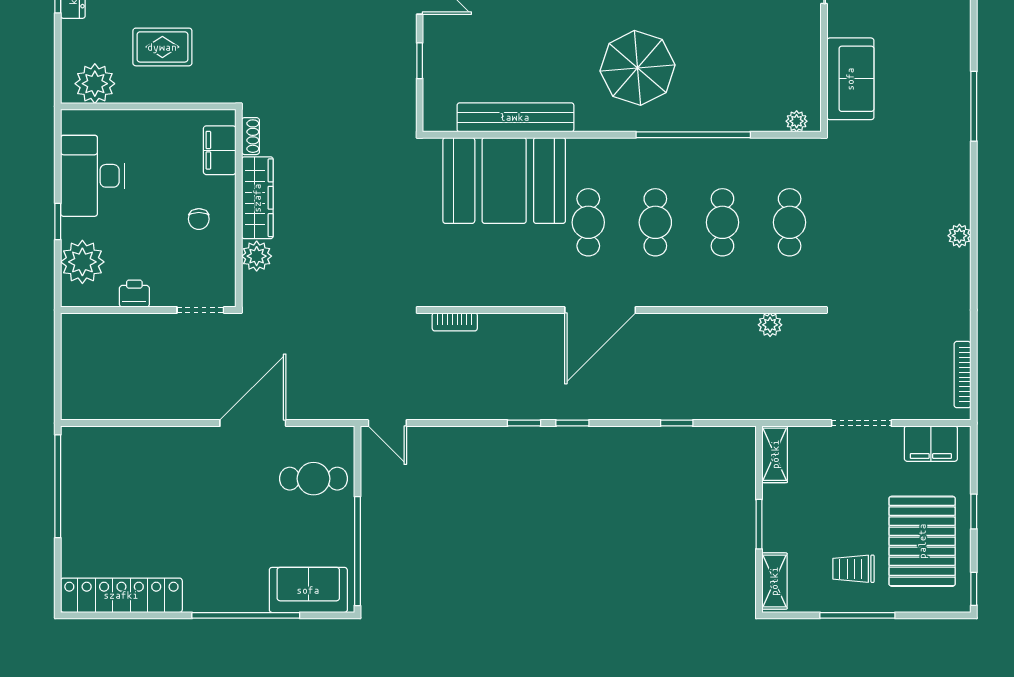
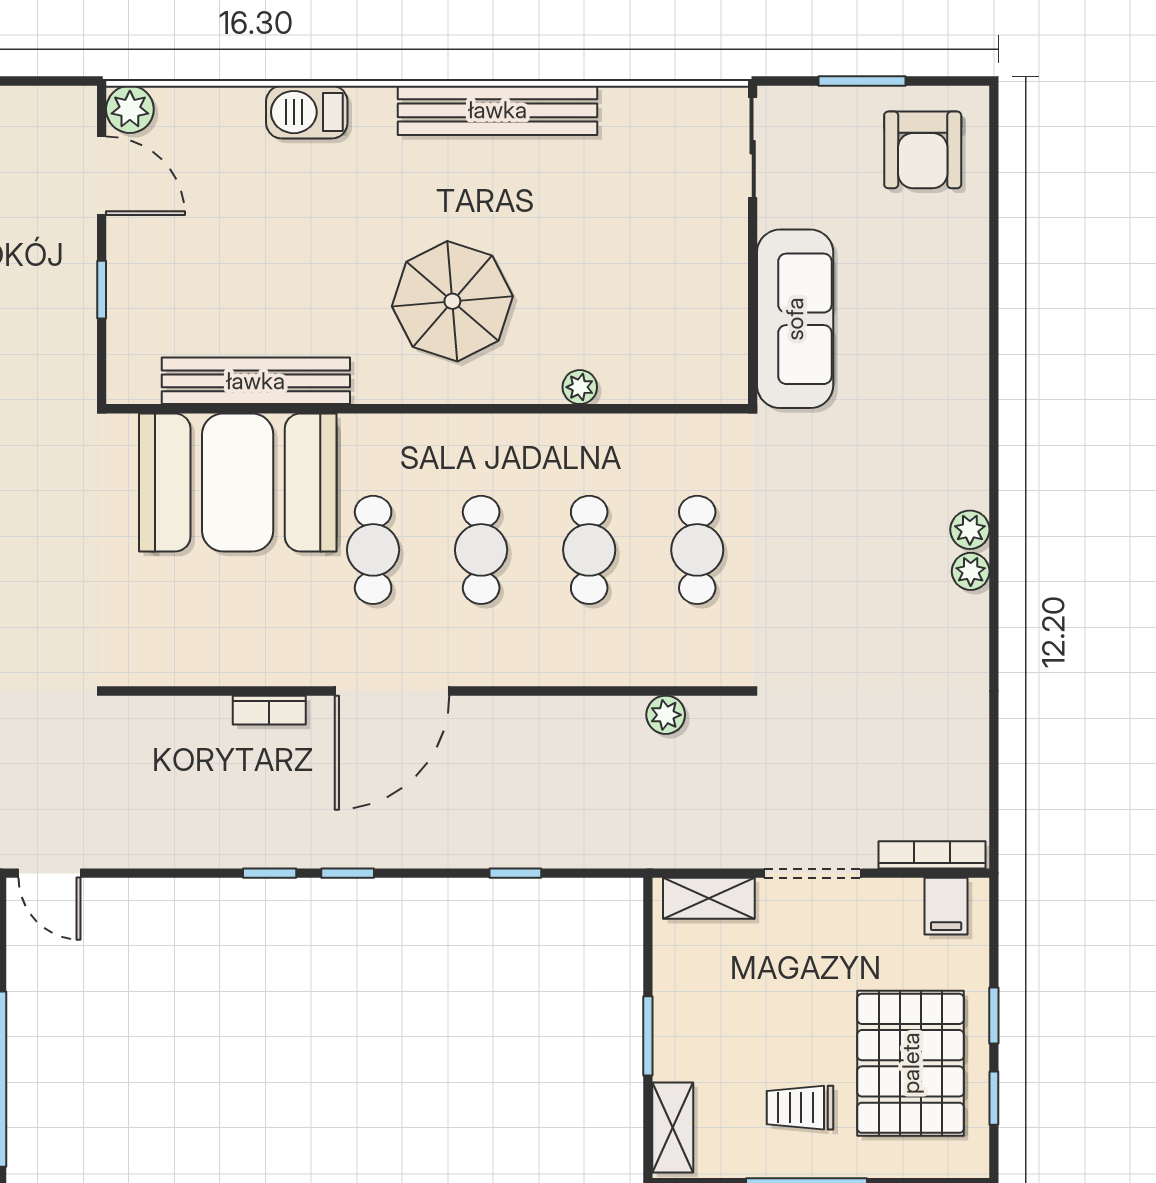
sofa: (850, 79) -> (795, 319), width x1.36
window: (974, 106) -> (994, 363), removed
plant: (797, 121) -> (580, 387), moved
window: (693, 135) -> (542, 409), removed
plant: (959, 210) -> (970, 530), added
bookcase: (455, 322) -> (269, 710), moved
bookcase: (962, 375) -> (932, 855), moved, turned 90
filing cabinet: (931, 444) -> (946, 906), width x0.50
shelving: (775, 454) -> (709, 898), moved, turned 90
window: (974, 589) -> (994, 1098), moved

